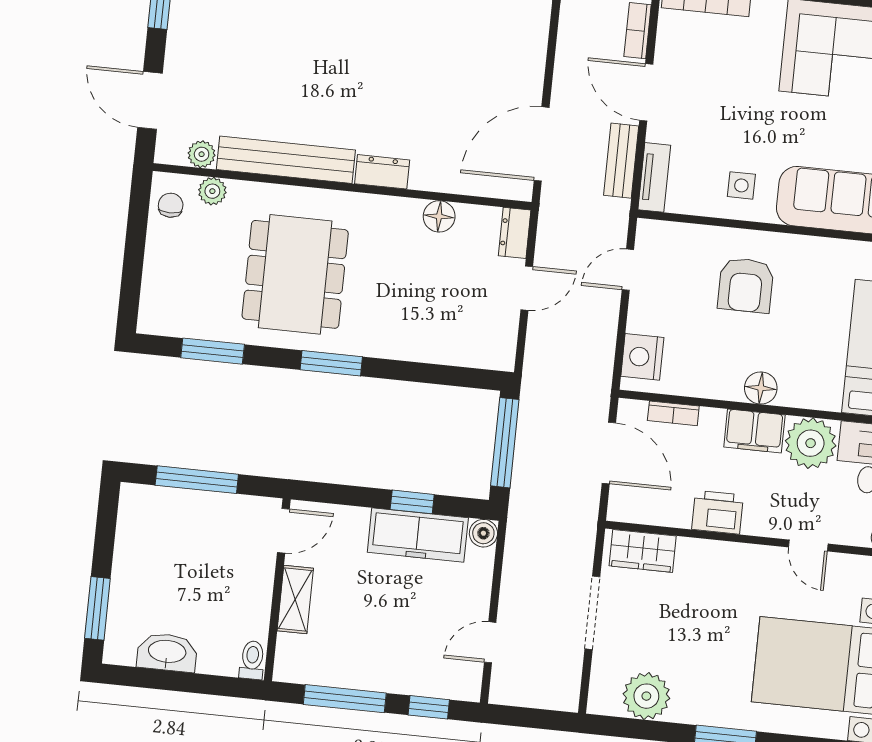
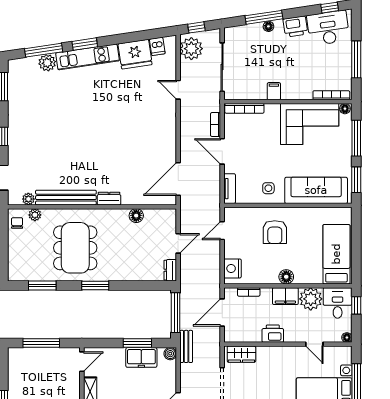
bench: (621, 161) -> (186, 346), moved
dresser: (515, 233) -> (170, 270), moved
door: (609, 453) -> (222, 312), swing flipped
window: (412, 502) -> (137, 343), width x1.50
freezer: (418, 535) -> (141, 357), width x0.71

